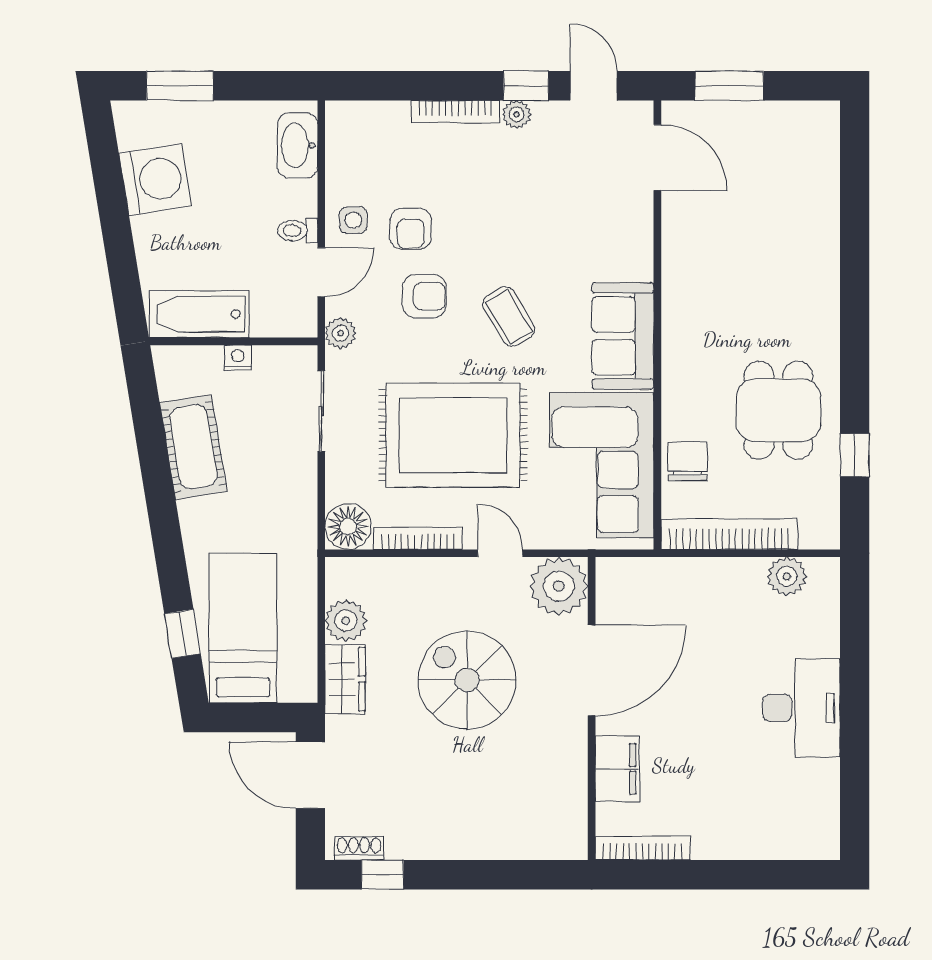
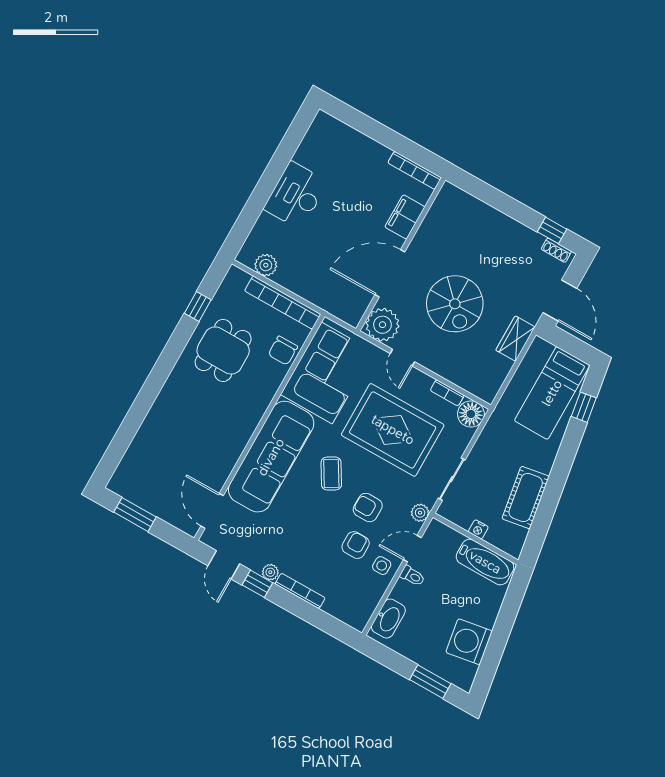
window: (729, 86) -> (135, 515), moved
sofa: (623, 336) -> (271, 457), width x1.85, depth x1.27
bookcase: (418, 538) -> (447, 393), width x0.64
plant: (346, 621) -> (499, 368), removed

